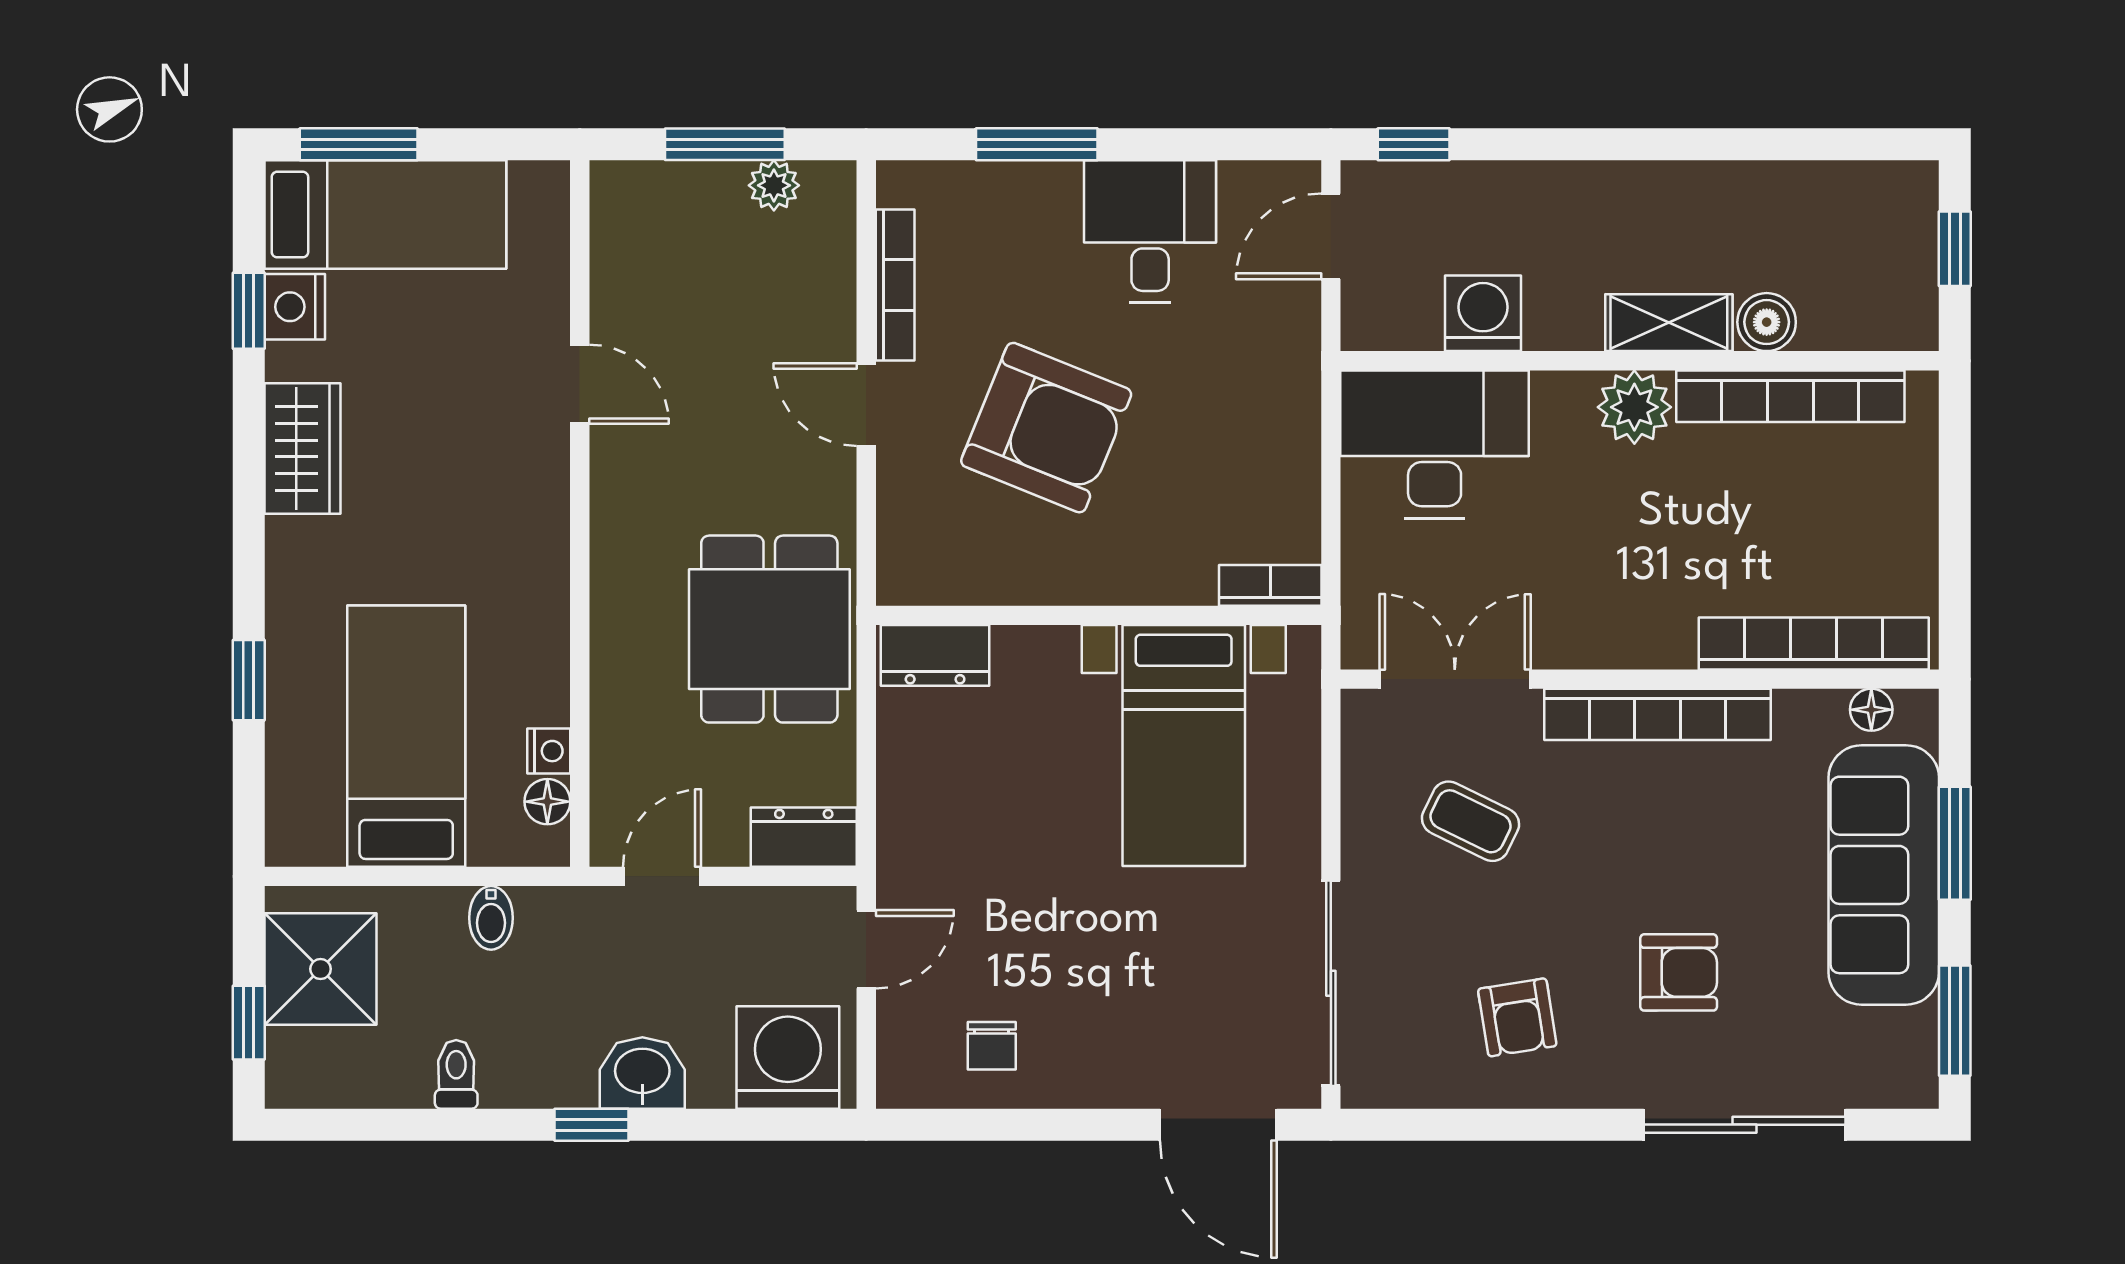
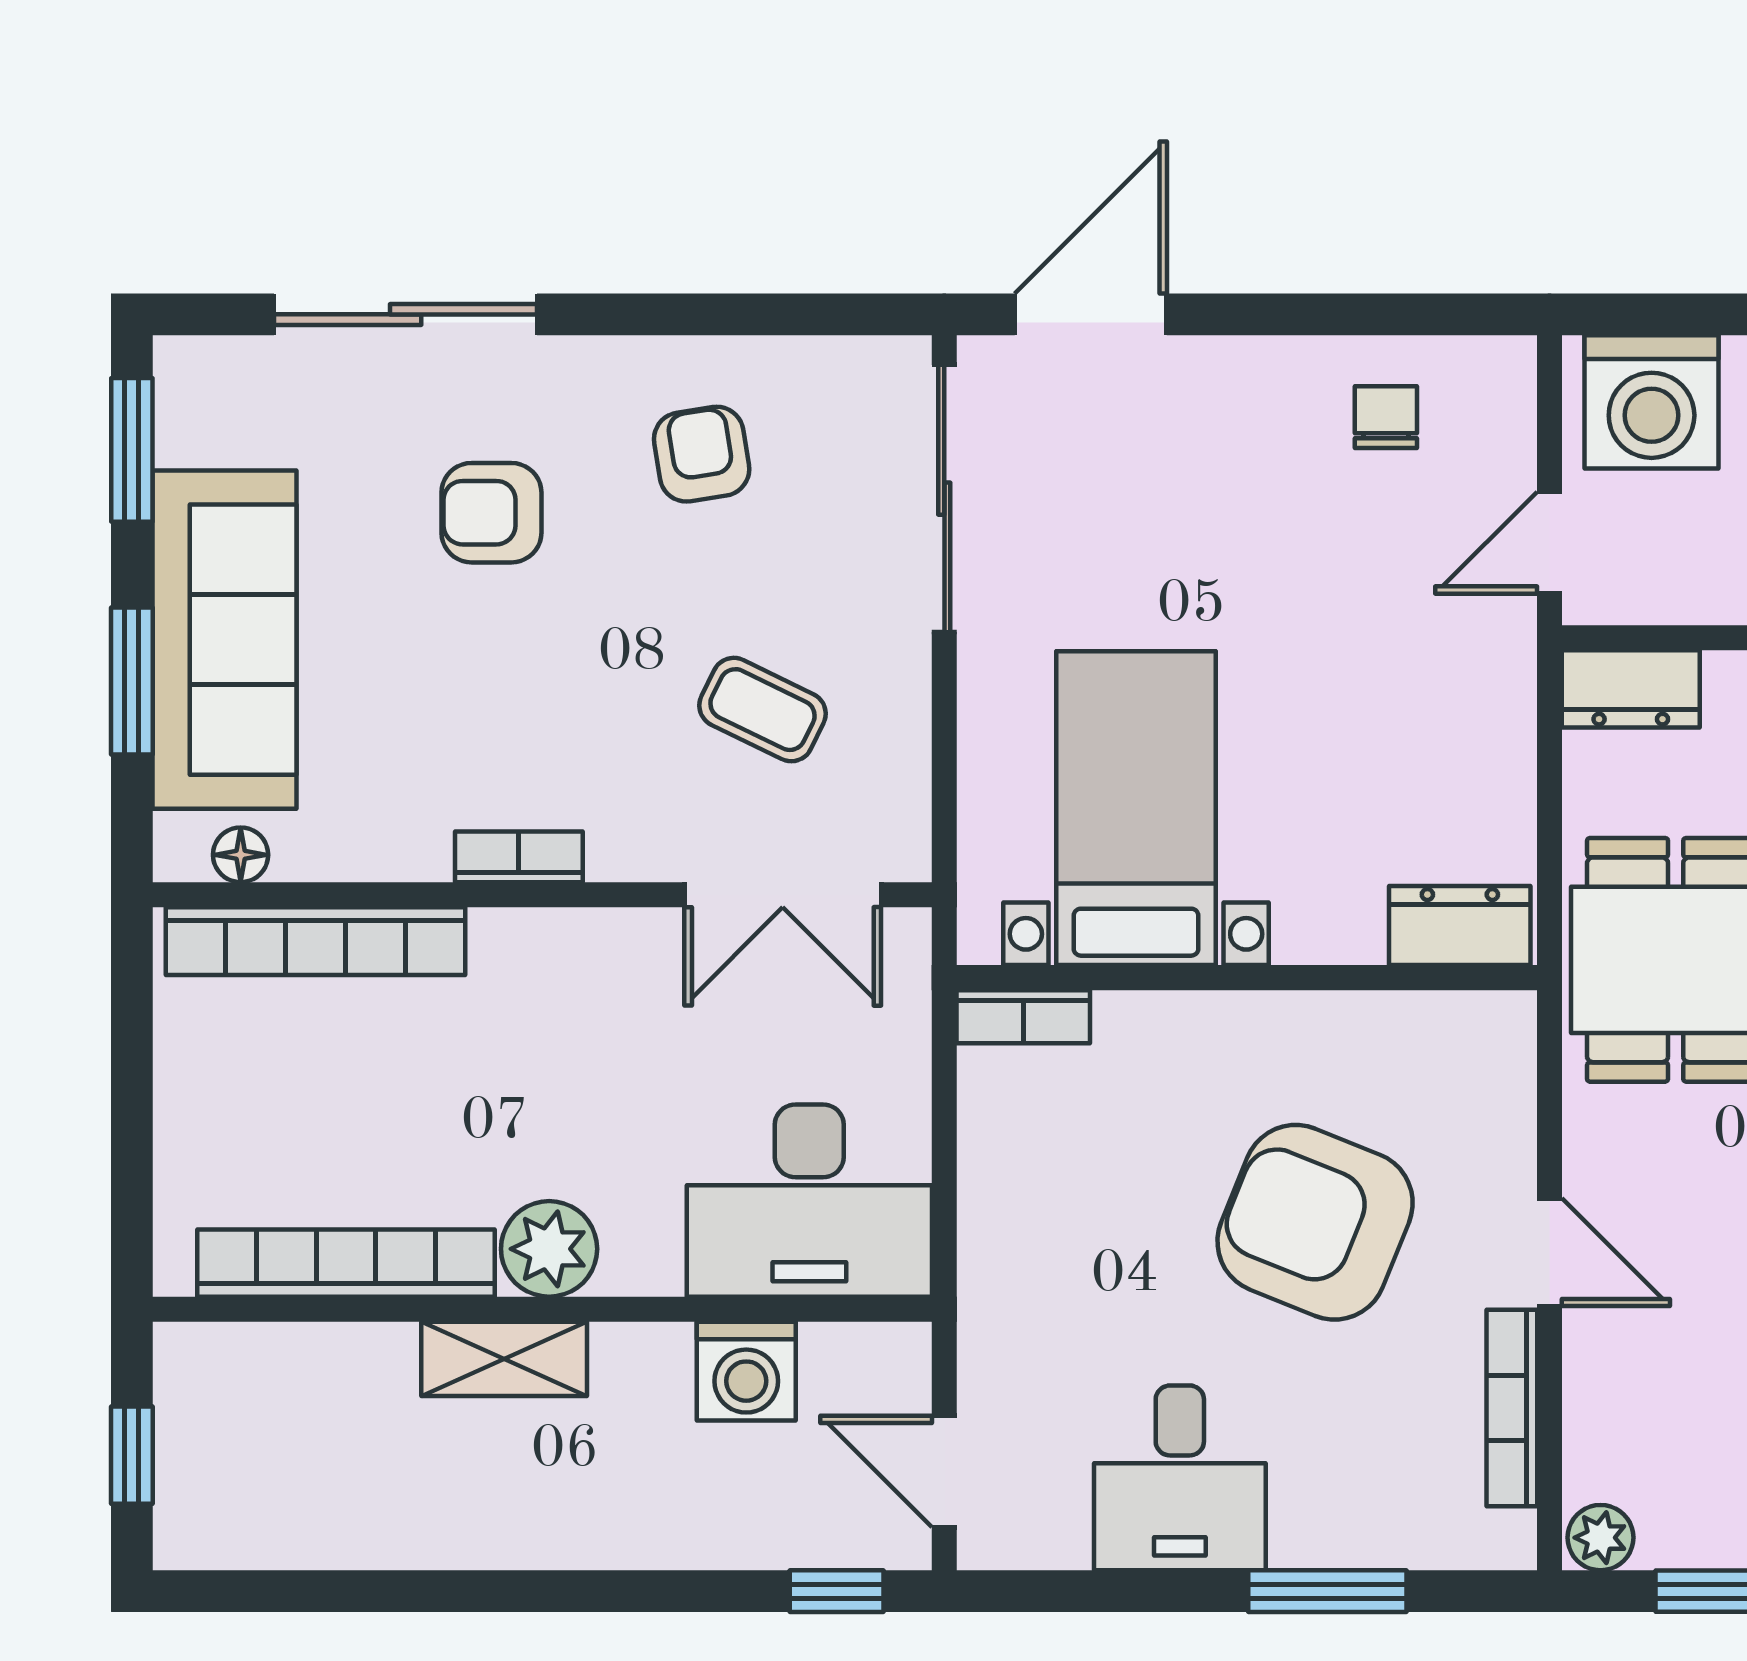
plant: (774, 185) -> (1601, 1538), moved
door: (1331, 236) -> (944, 1471), swing flipped
boiler: (1767, 322) -> (377, 1360), removed
bookcase: (1658, 714) -> (519, 857), width x0.43, depth x0.76
door: (1218, 1125) -> (1091, 314), hinge flipped

